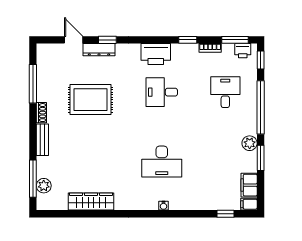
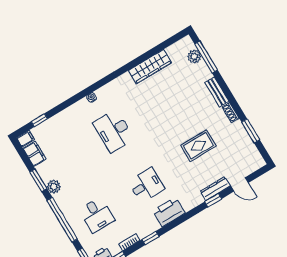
window: (33, 84) -> (251, 131), width x0.69
rug: (90, 100) -> (198, 146), width x0.73, depth x0.70
desk: (162, 162) -> (114, 131), turned -90

